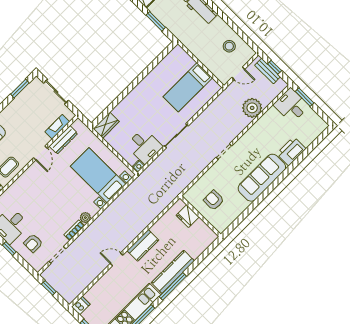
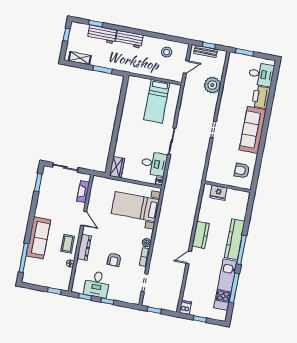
desk: (291, 105) -> (261, 74), moved, turned 180
dresser: (63, 140) -> (84, 247), moved
armchair: (214, 200) -> (242, 171), moved
armchair: (33, 243) -> (114, 260), moved

